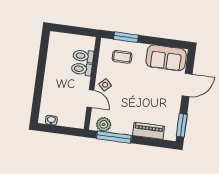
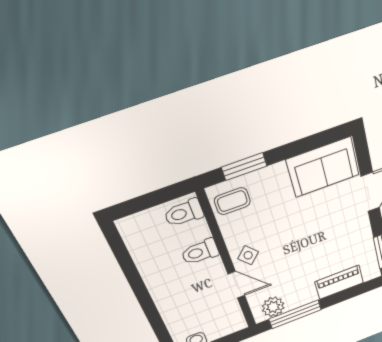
toilet: (83, 56) -> (184, 213), moved
coffee table: (122, 57) -> (232, 201), moved

